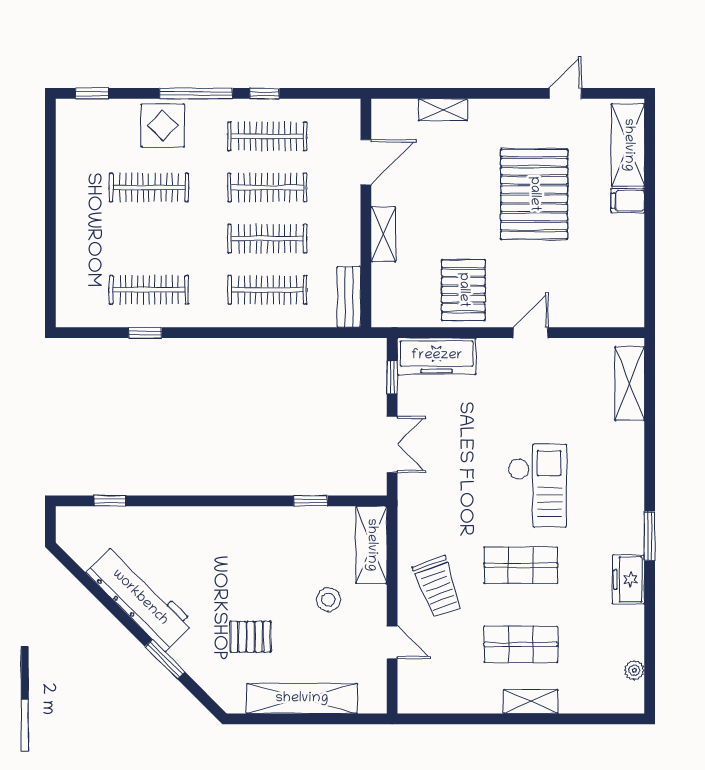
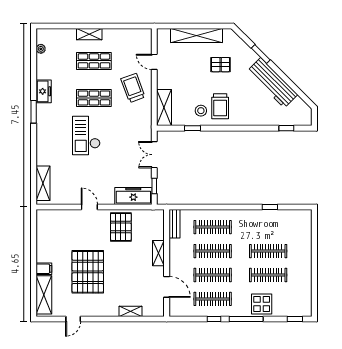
door: (366, 162) -> (167, 287), swing flipped
clothes rail: (149, 290) -> (268, 251), moved
door: (531, 333) -> (89, 207), swing flipped
trolley: (252, 548) -> (220, 106), added
stool: (328, 600) -> (201, 111), moved

